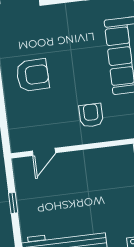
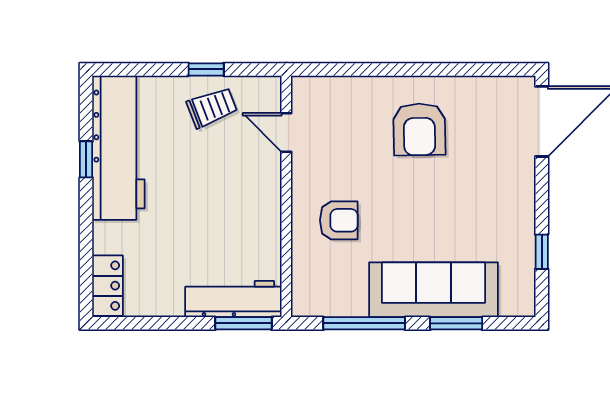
trolley: (35, 197) -> (212, 107), added

